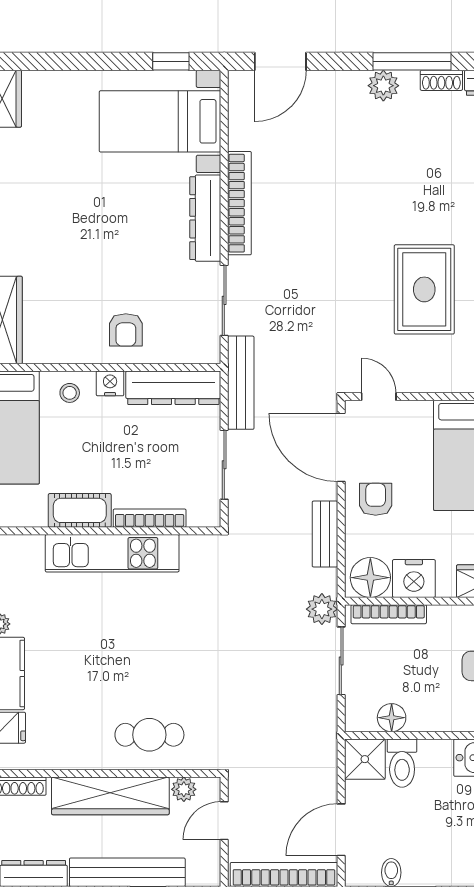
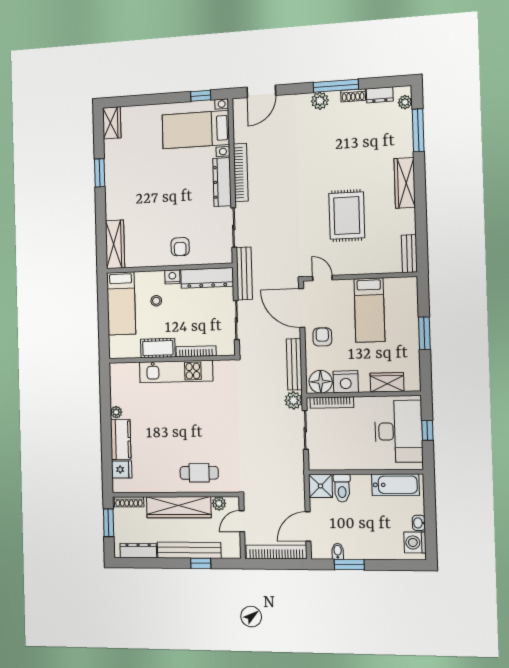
stool: (70, 393) -> (156, 301), moved
bench: (325, 534) -> (294, 364), width x1.36
floor lamp: (392, 718) -> (335, 462), removed

